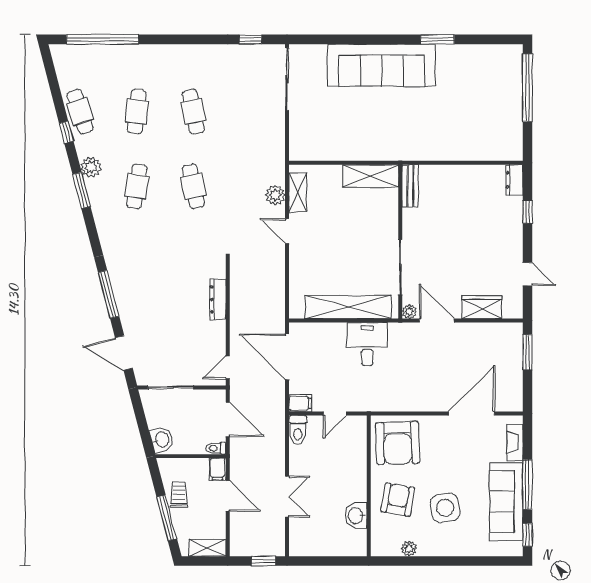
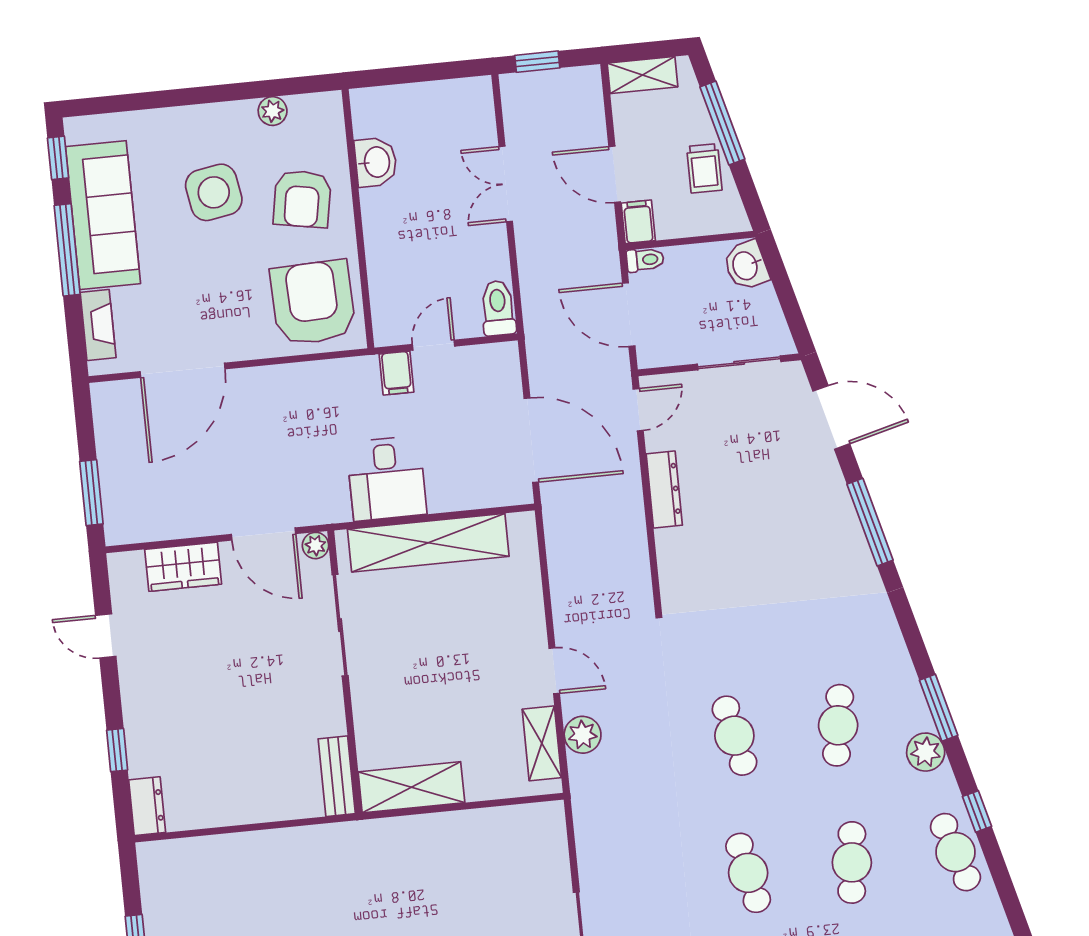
dresser: (218, 299) -> (664, 490), moved
filing cabinet: (300, 403) -> (397, 373), moved, turned -90

